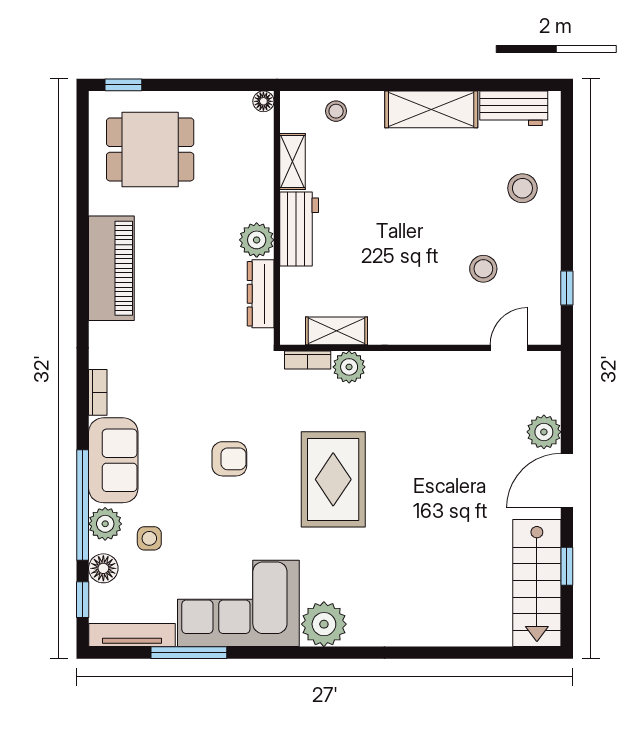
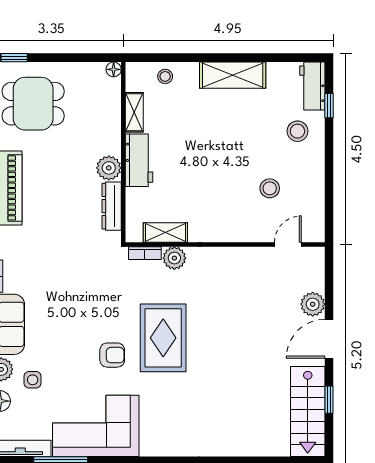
workbench: (514, 108) -> (312, 86), moved, turned 90
window: (567, 288) -> (329, 106), moved
armchair: (229, 459) -> (112, 355), moved
plant: (324, 624) -> (157, 441), removed

